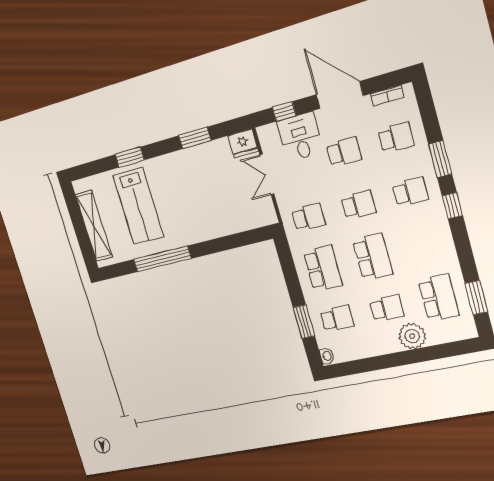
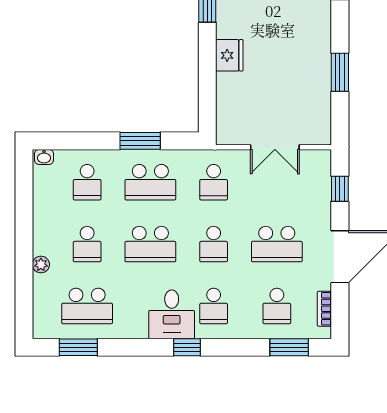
desk: (300, 137) -> (172, 314), moved, turned 90
fridge: (243, 143) -> (229, 55), moved, turned 180
school desk: (344, 152) -> (277, 244), width x1.85
window: (440, 159) -> (289, 347), moved
double door: (267, 175) -> (275, 147), swing flipped
window: (304, 322) -> (140, 141), moved
plant: (412, 336) -> (41, 265), width x0.53, depth x0.53

